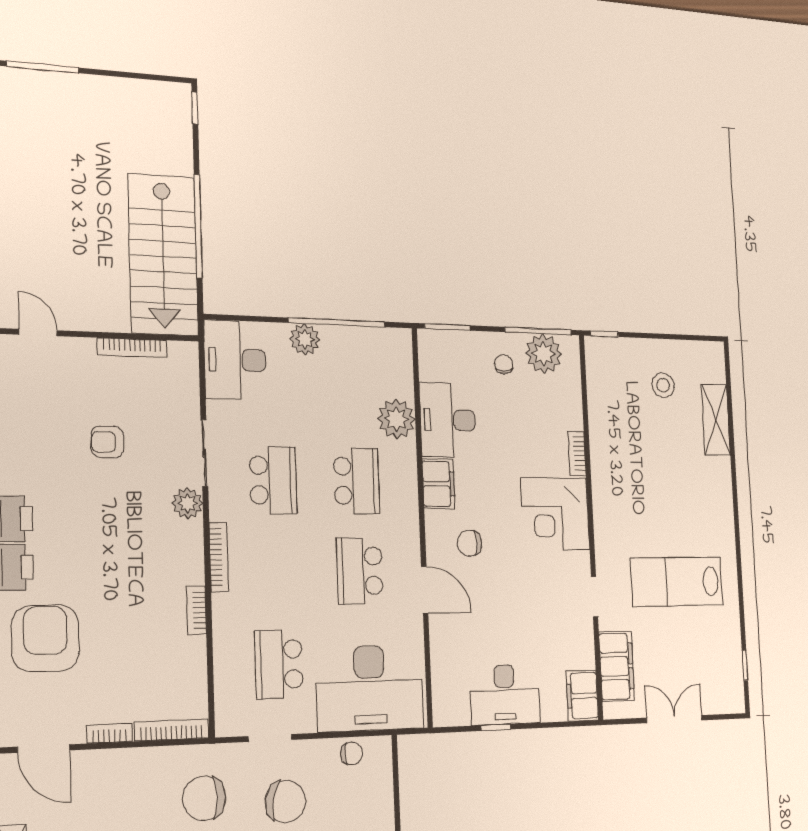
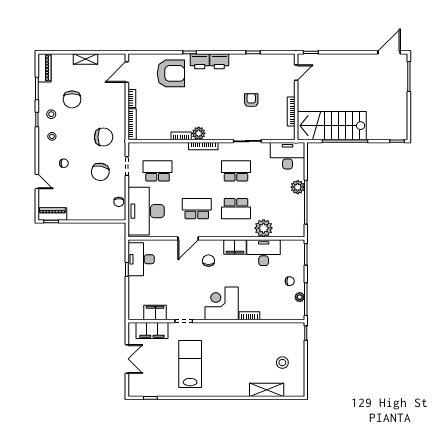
plant: (544, 354) -> (300, 297), width x0.53, depth x0.53
school desk: (273, 480) -> (236, 171), turned 180
plant: (188, 503) -> (199, 133), moved
desk: (505, 695) -> (141, 259), moved
filing cabinet: (582, 696) -> (155, 312), moved
chair: (204, 798) -> (104, 137), turned 90

